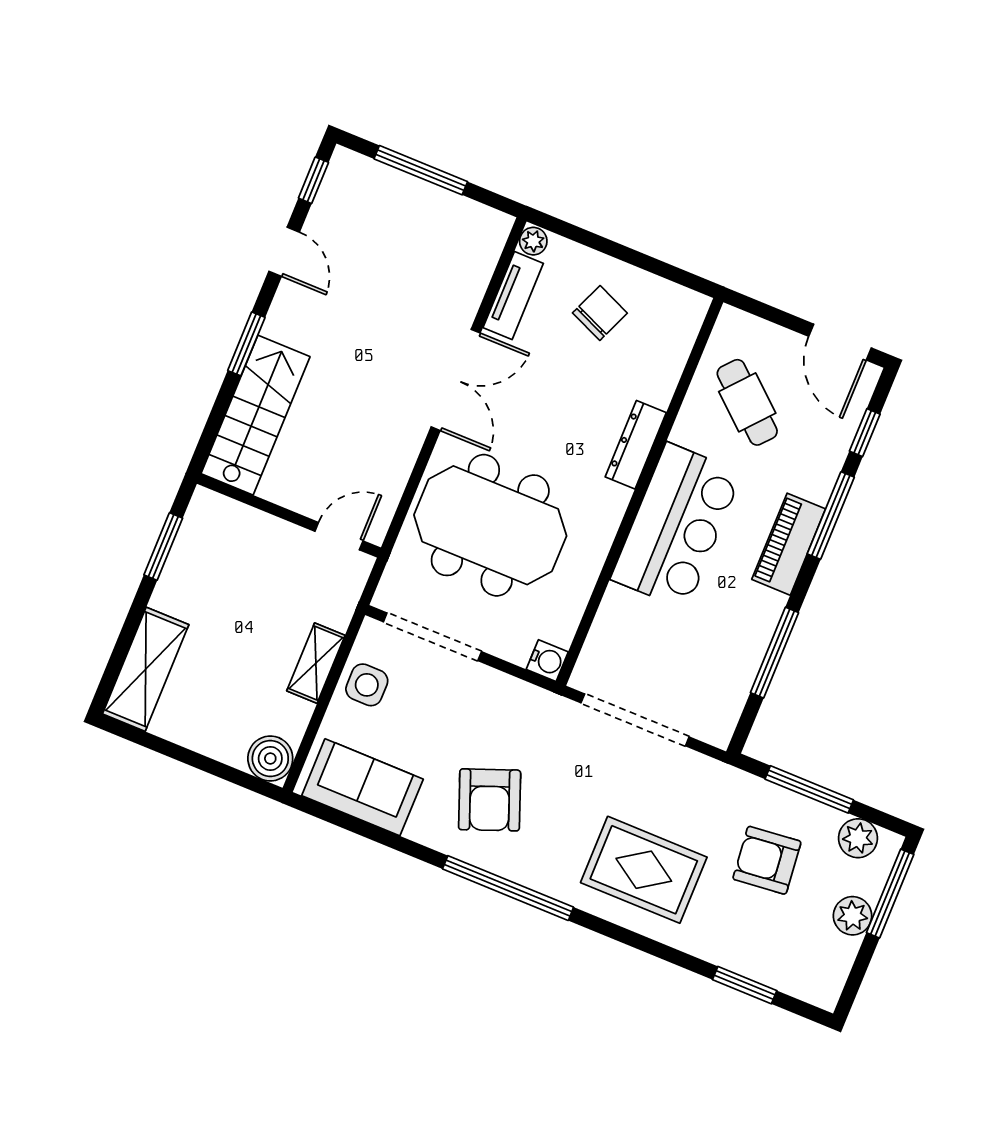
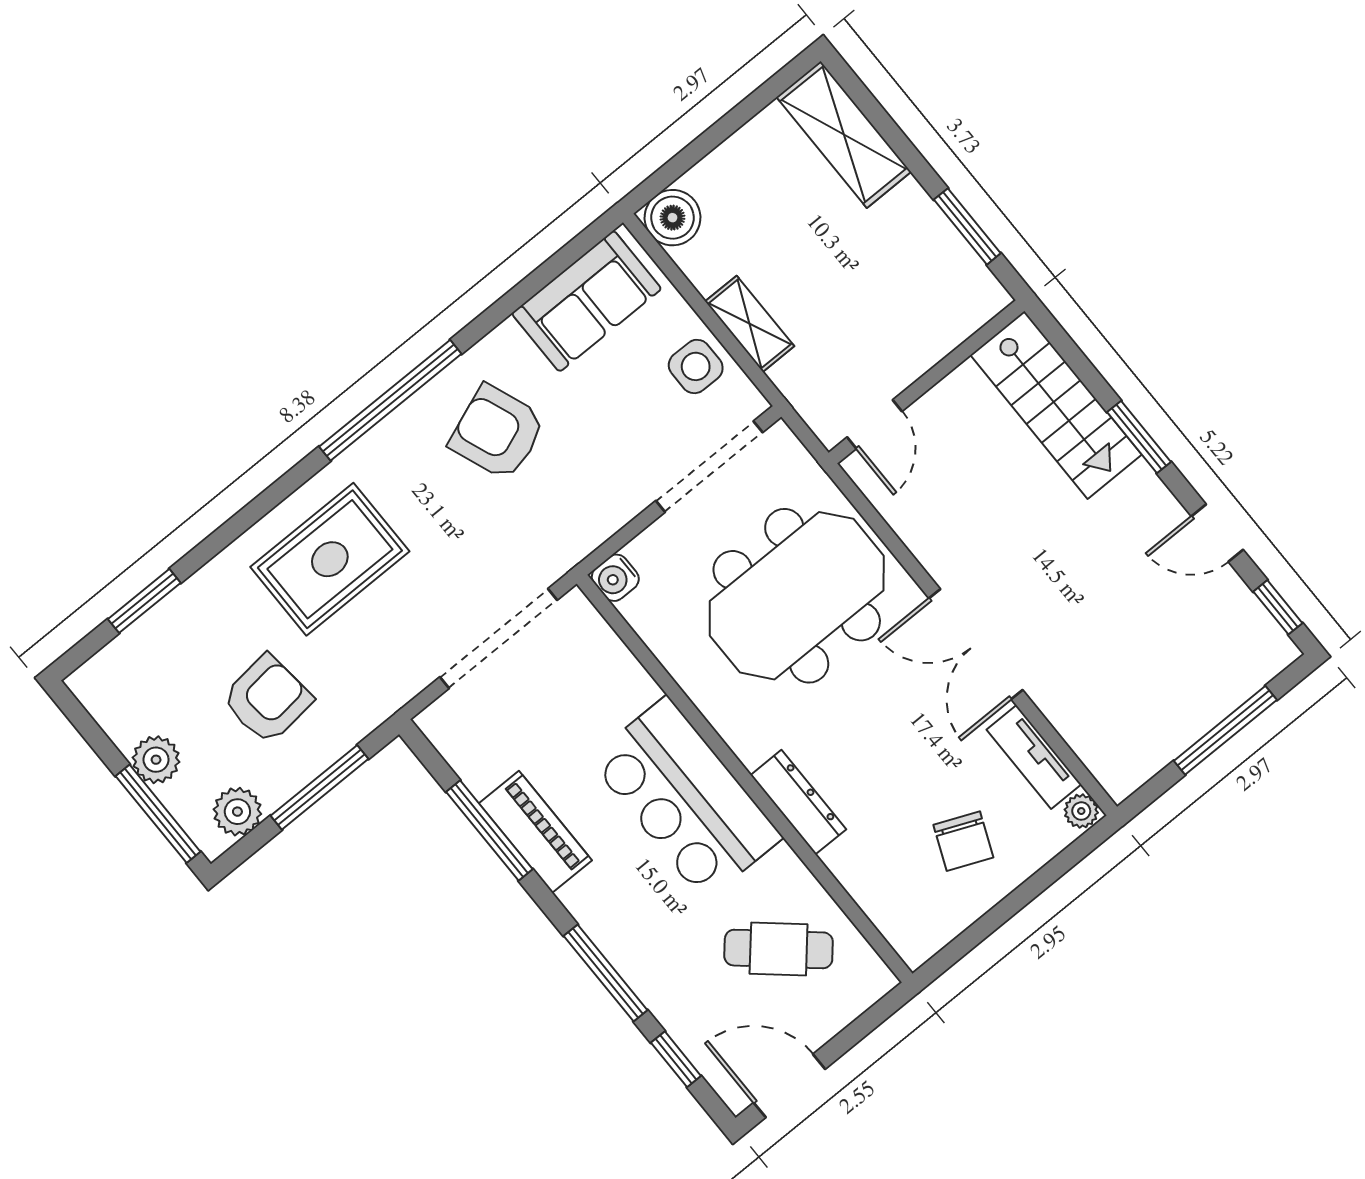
piano: (789, 544) -> (535, 832), moved

